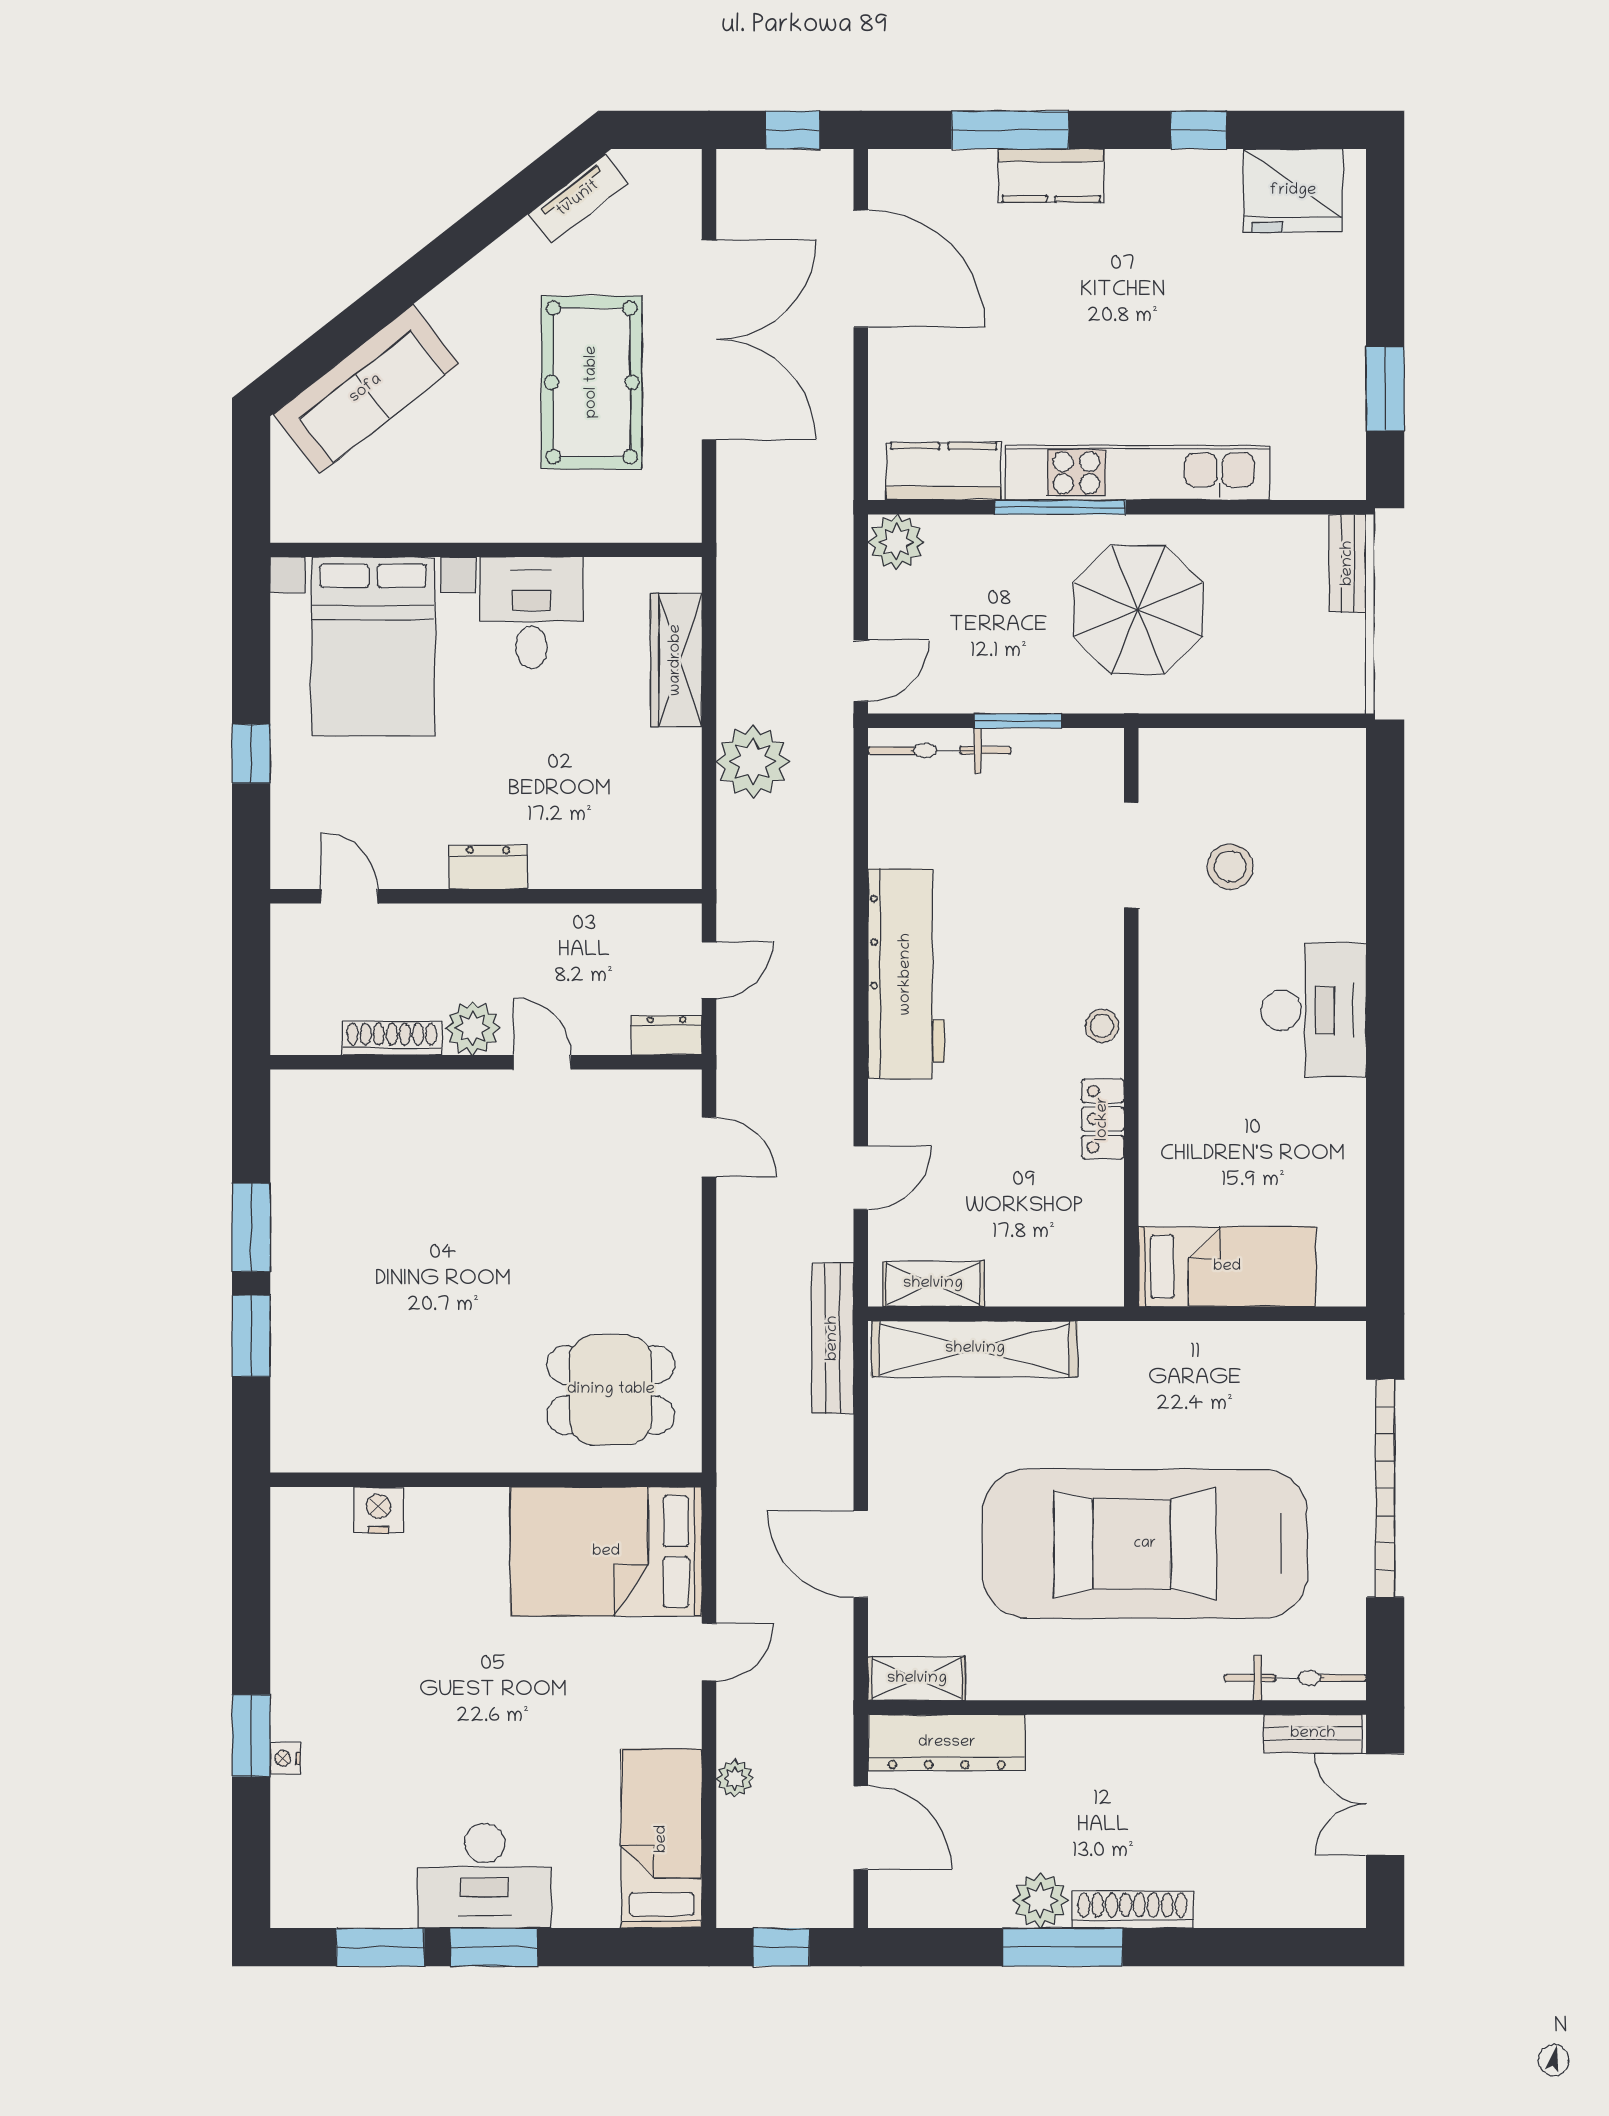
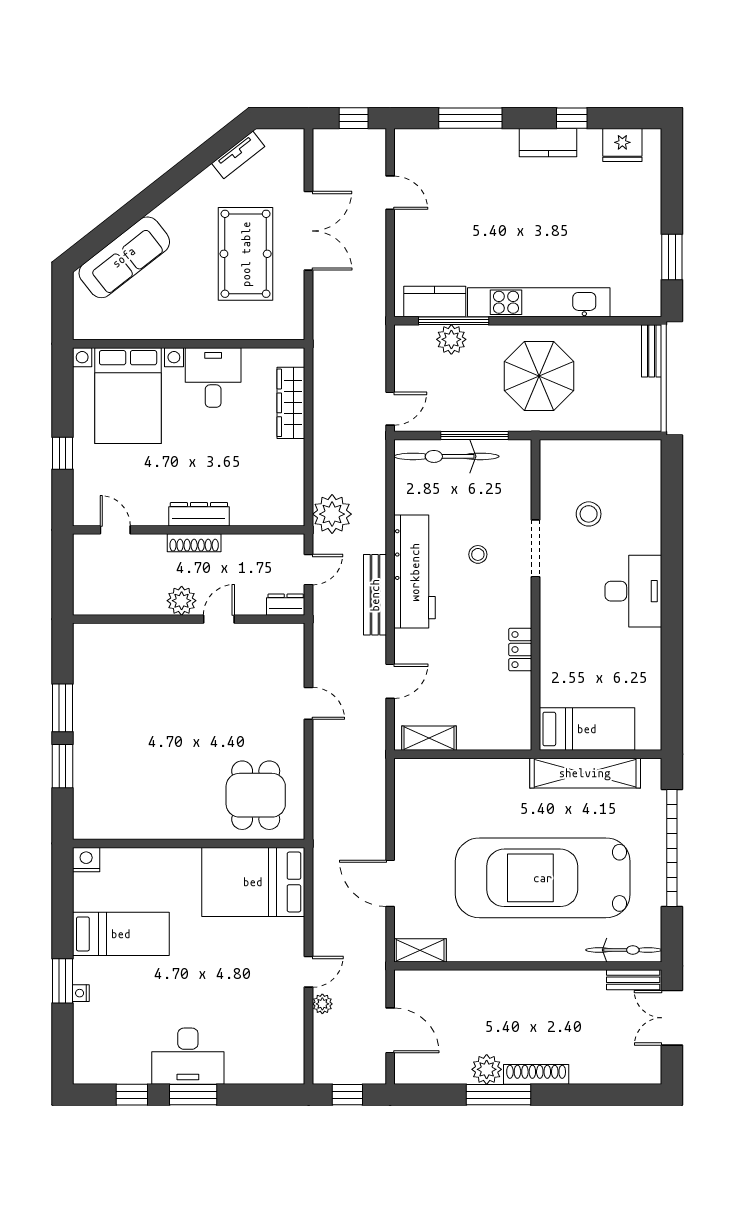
kitchen counter: (1051, 176) -> (548, 143), moved
fridge: (1293, 191) -> (622, 145), width x0.73, depth x0.75
door: (861, 269) -> (390, 193), width x0.53
double door: (709, 340) -> (309, 231), width x0.73
window: (1060, 507) -> (454, 321), moved
plant: (896, 542) -> (451, 339), moved
window: (1018, 721) -> (475, 436), width x1.44
bicycle: (940, 750) -> (447, 456), width x1.37, depth x1.40
plant: (753, 761) -> (332, 514), moved
doorway: (1131, 855) -> (535, 548), moved
dresser: (488, 867) -> (199, 514), width x1.44
stool: (1102, 1026) -> (478, 554), moved
shoe rack: (392, 1038) -> (194, 543), moved, turned 180
door: (542, 1062) -> (219, 619), hinge flipped
door: (709, 1147) -> (309, 703), moved
bench: (833, 1338) -> (375, 595), moved
shelving: (975, 1349) -> (585, 773), moved
dining table: (611, 1390) -> (256, 795), turned 90
nightstand: (379, 1510) -> (86, 860), moved
door: (709, 1652) -> (309, 972), moved
dresser: (947, 1743) -> (436, 985), removed
bed: (662, 1839) -> (121, 934), moved, turned 90
window: (380, 1947) -> (132, 1095), width x0.67

